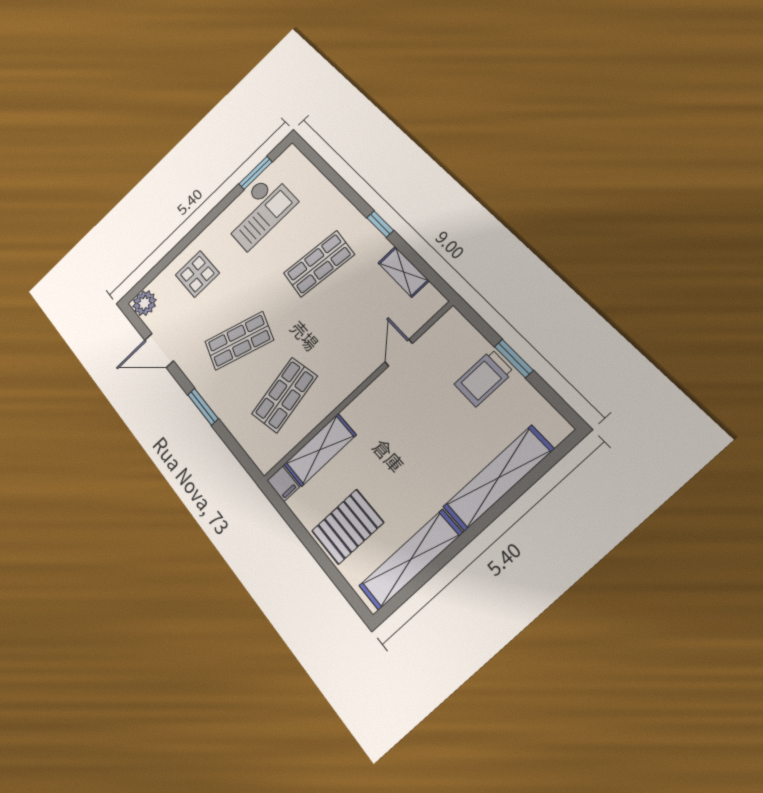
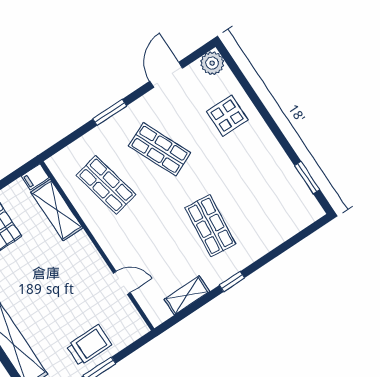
checkout: (259, 211) -> (271, 177), removed
shop shelf: (239, 341) -> (160, 149), turned -42
trolley: (484, 378) -> (89, 345), turned 90

